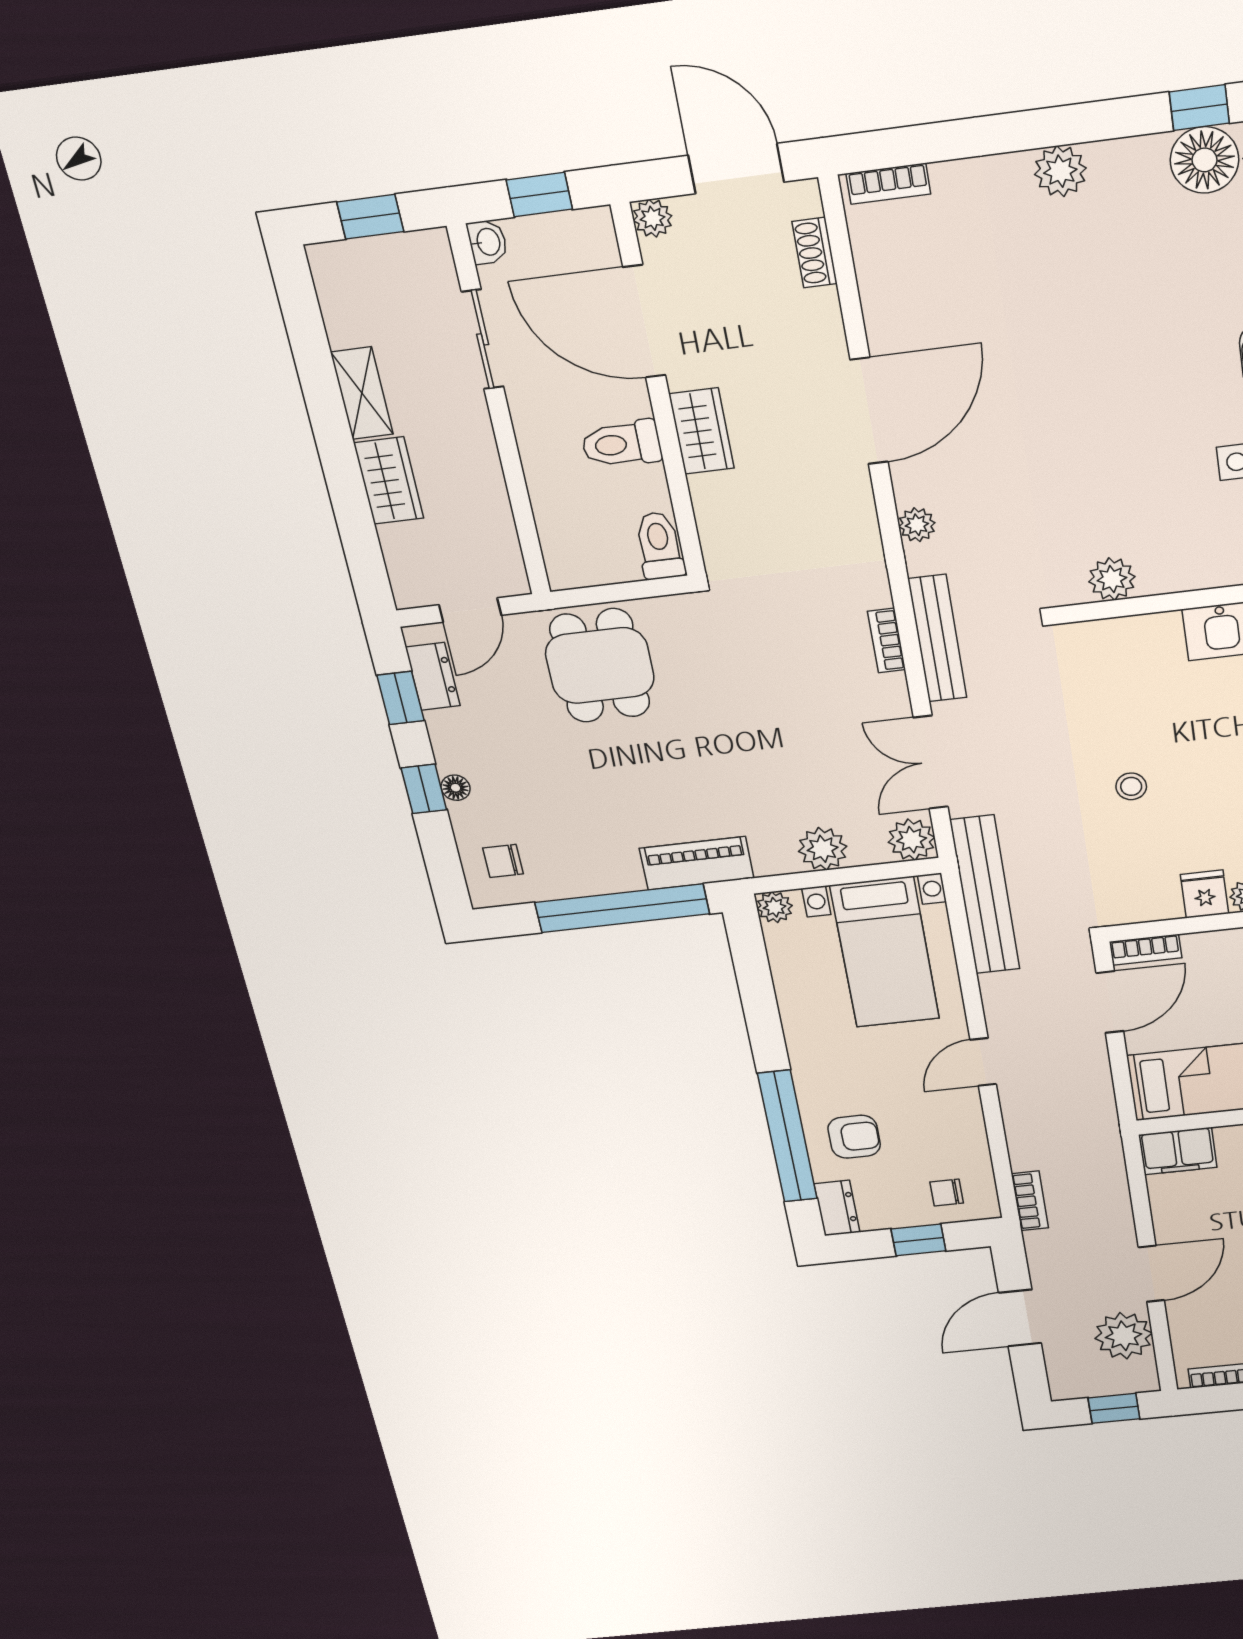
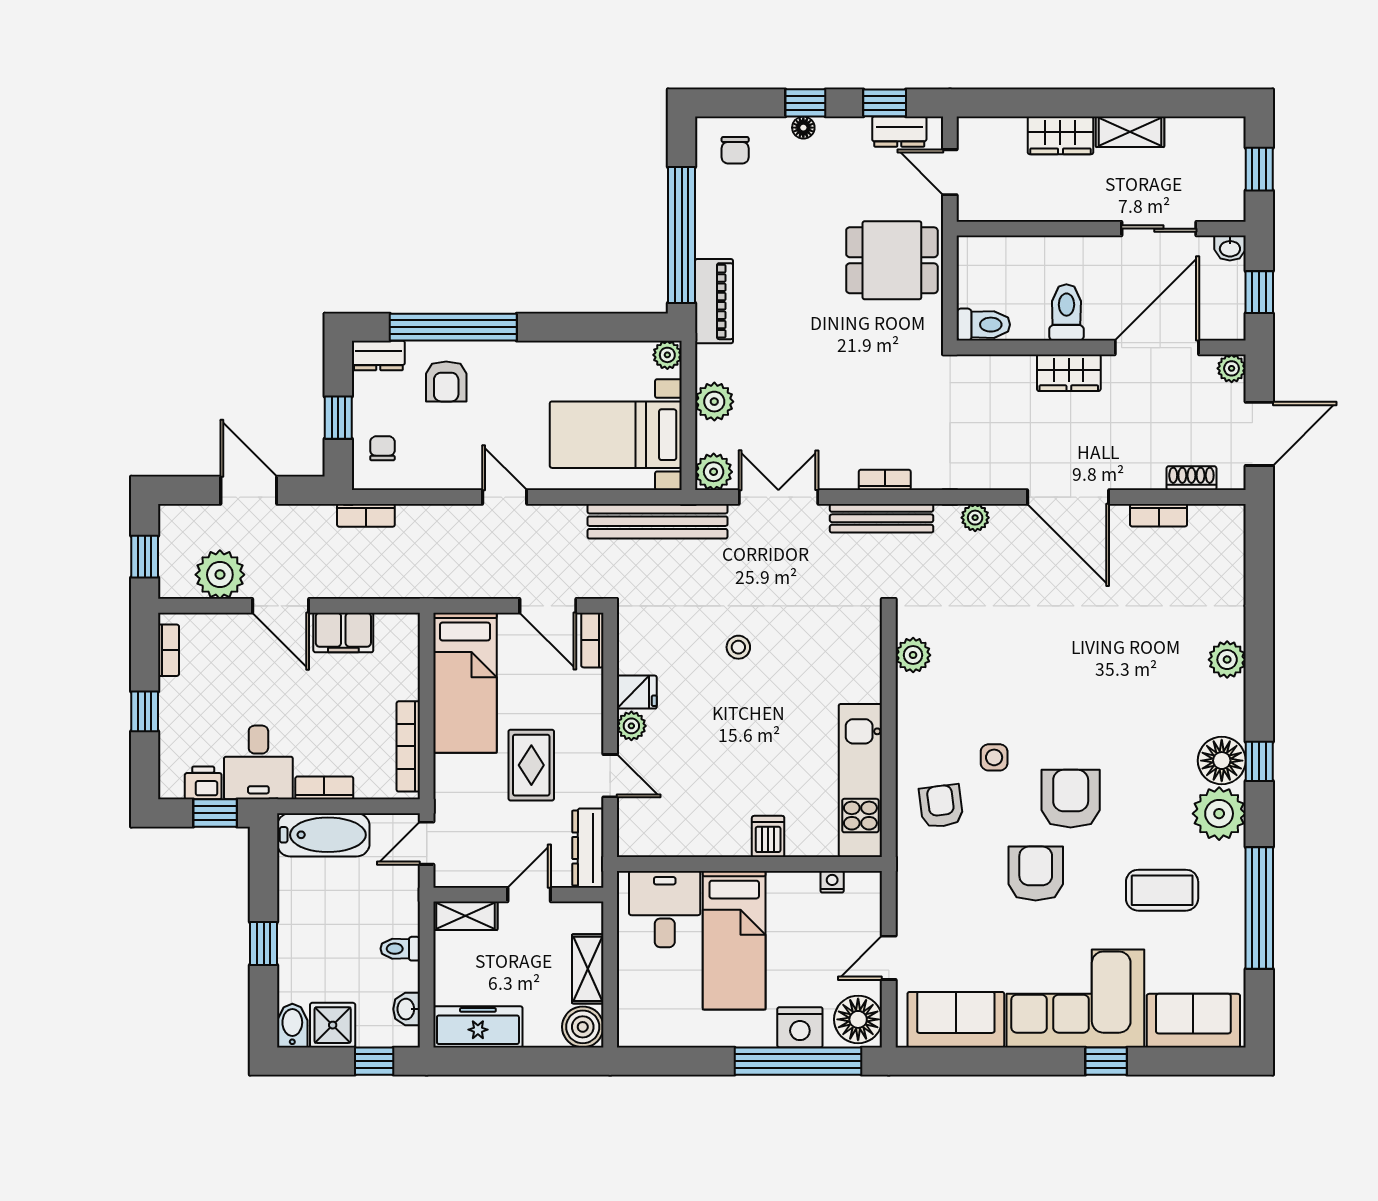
bookcase: (888, 184) -> (1159, 515), moved, turned -90
chair: (503, 861) -> (735, 150), turned 180
filing cabinet: (1178, 1151) -> (343, 632), moved, turned -90

